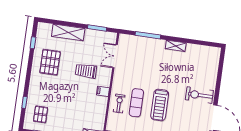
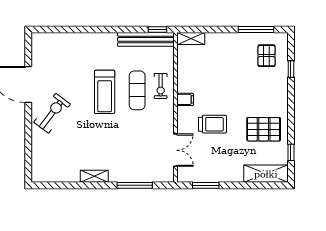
shelving: (68, 32) -> (266, 174), moved
pallet: (50, 62) -> (264, 129), turned 90
exercise bike: (199, 95) -> (52, 113), turned -53
treadmill: (160, 105) -> (105, 92), turned 180

